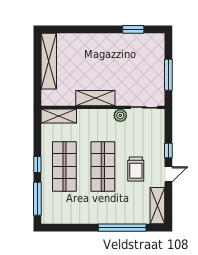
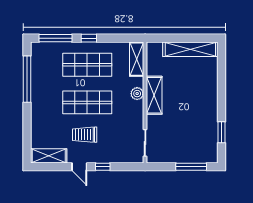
window: (168, 75) -> (191, 167), moved
plant: (120, 115) -> (137, 94), moved
window: (122, 228) -> (27, 79), moved

